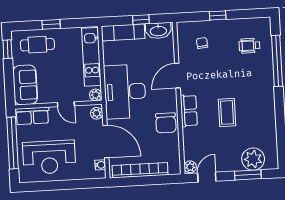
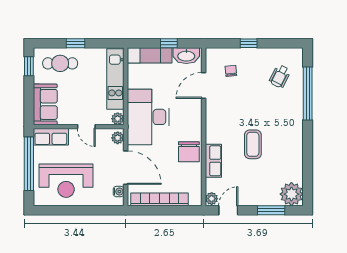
wheelchair: (249, 46) -> (280, 76), turned -63
door: (177, 76) -> (204, 86), moved
row of seats: (189, 111) -> (213, 161), moved
plant: (253, 159) -> (291, 194), moved

